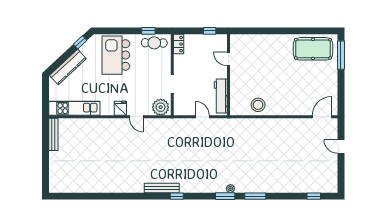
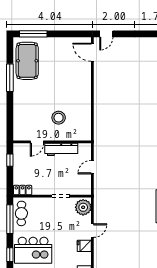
window: (111, 31) -> (10, 255), added
window: (148, 31) -> (10, 219), width x2.17
window: (295, 31) -> (10, 78), added
workbench: (221, 96) -> (61, 149), moved
stool: (258, 105) -> (59, 118), moved
door: (341, 147) -> (106, 34), moved

